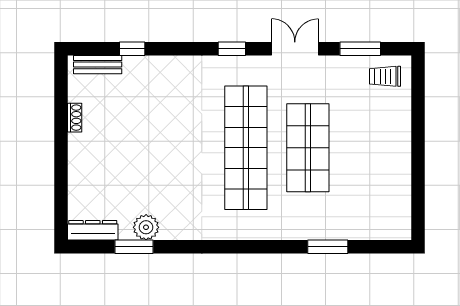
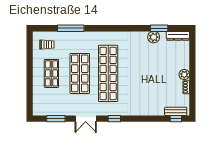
window: (132, 49) -> (176, 119), moved
trolley: (385, 76) -> (47, 44), moved
plant: (79, 145) -> (184, 75), added
shop shelf: (370, 148) -> (51, 73), added
window: (328, 247) -> (71, 28), width x1.44

